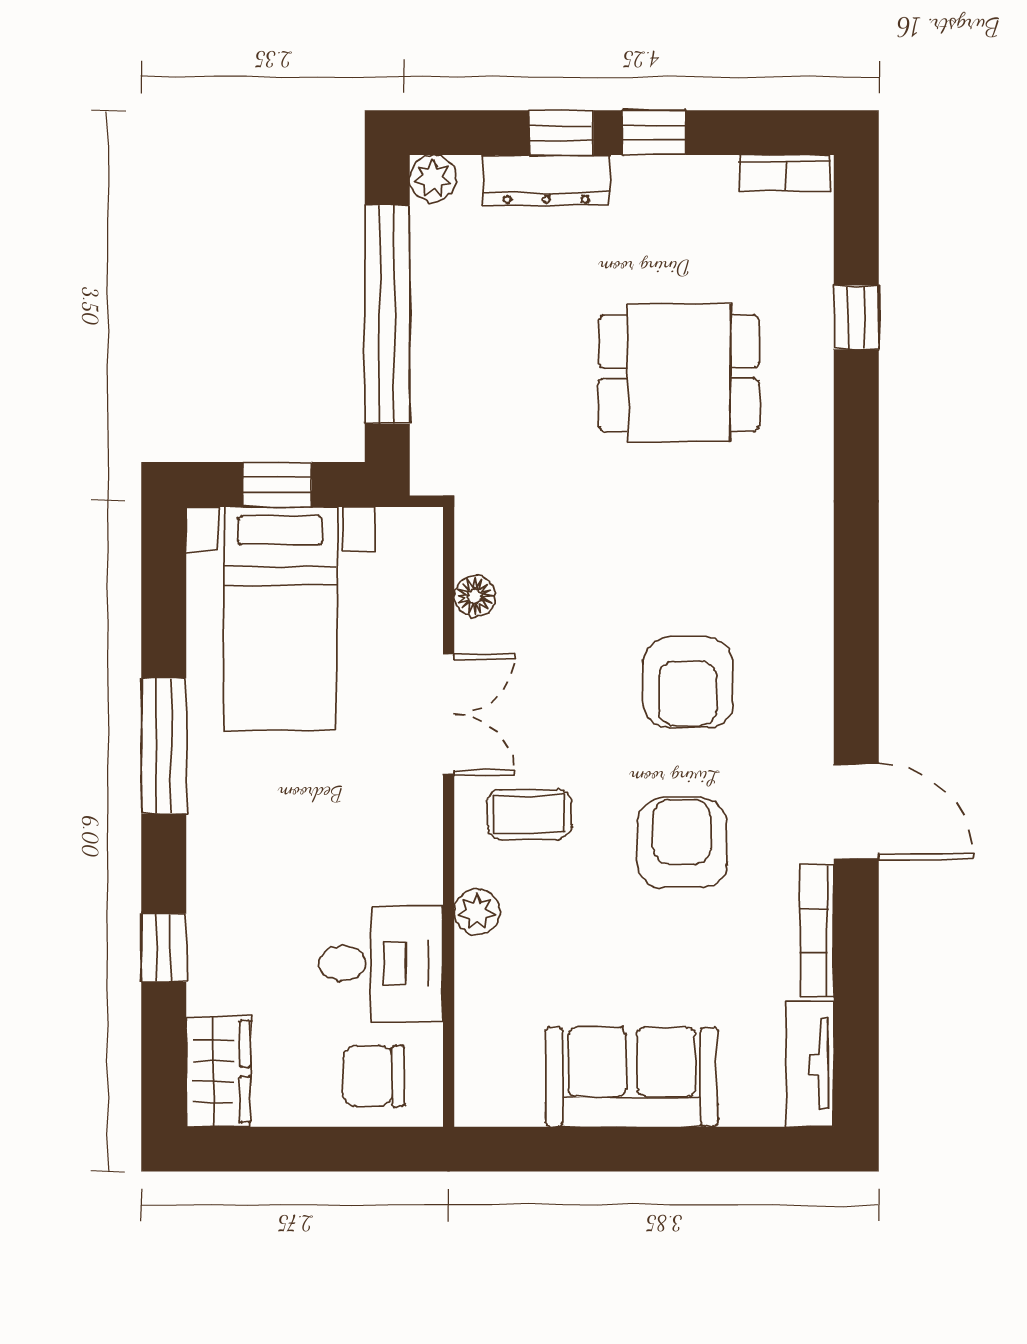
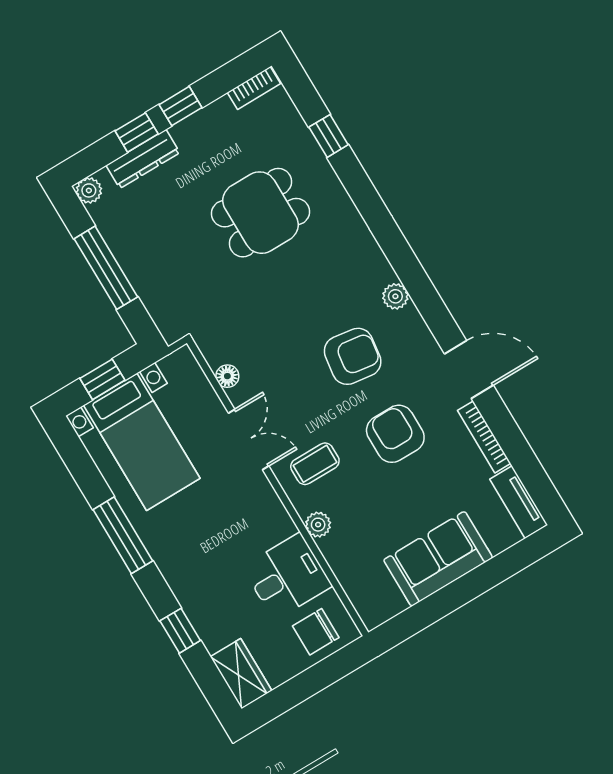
window: (387, 314) -> (106, 268), width x0.68
plant: (811, 629) -> (395, 296), added
armchair: (688, 682) -> (353, 356), turned -82

